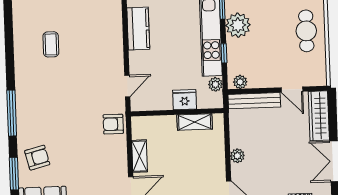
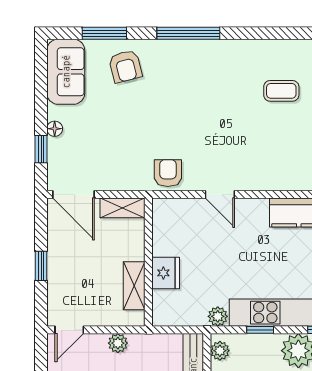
fridge: (185, 100) -> (166, 273), moved
wall: (177, 112) -> (148, 262), moved
shelving: (195, 122) -> (134, 286), moved

